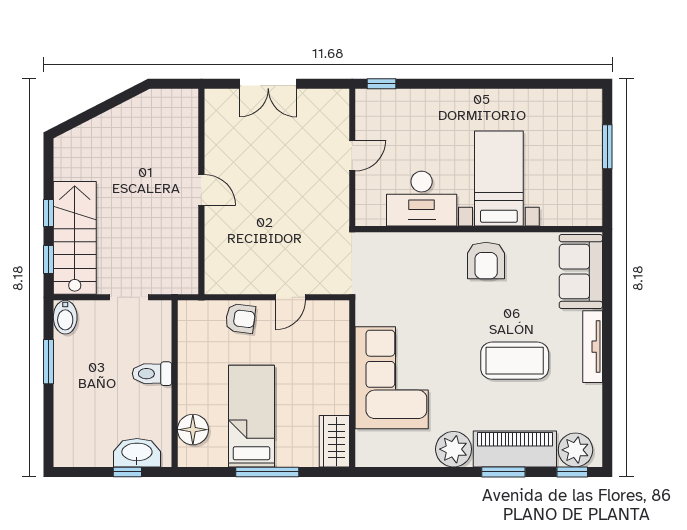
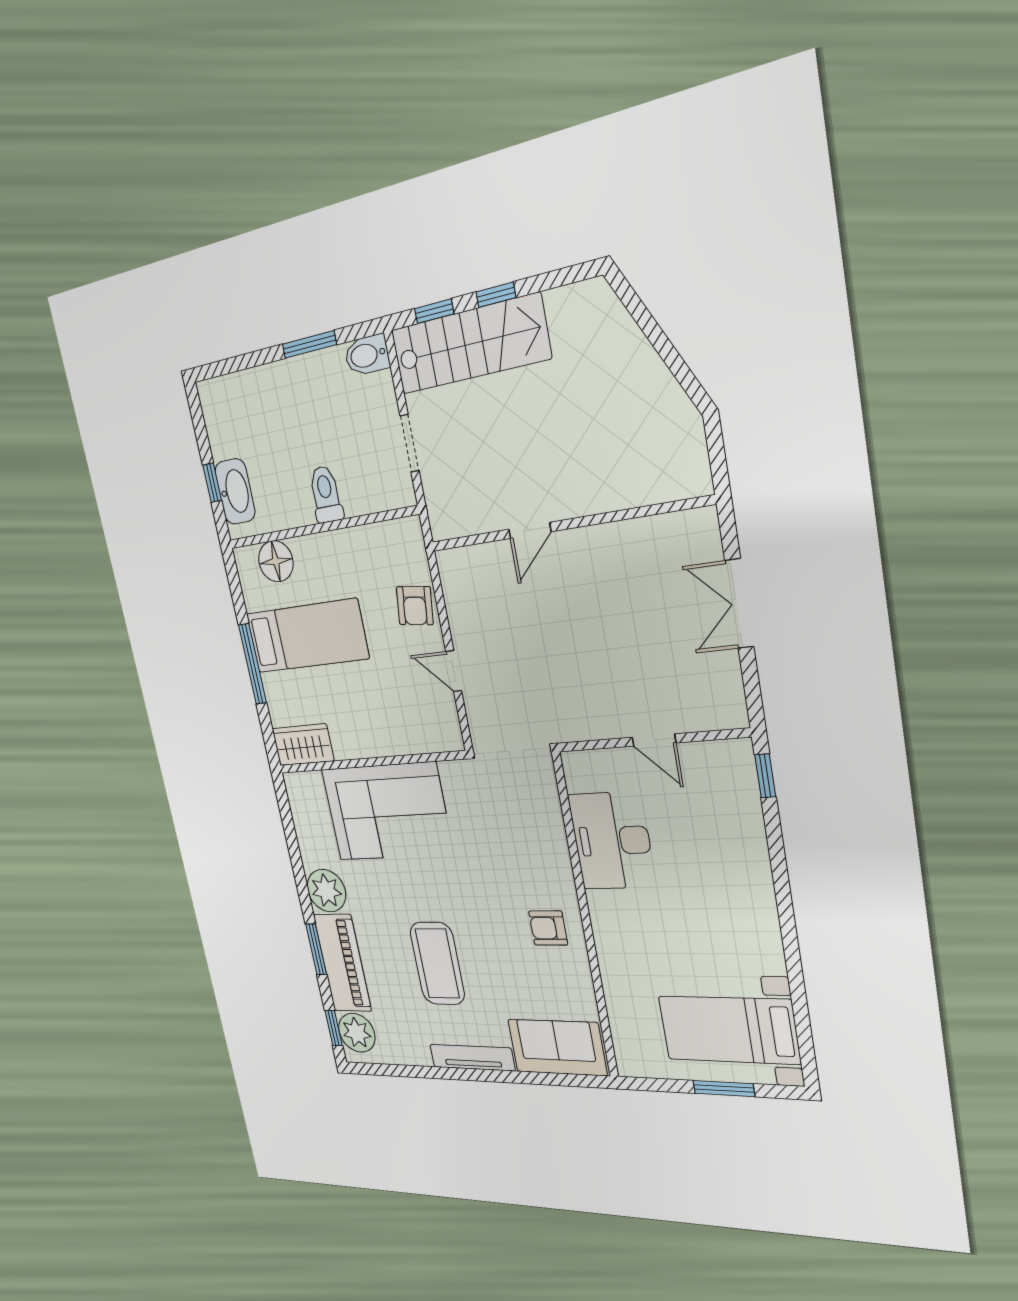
bed with nightstands: (499, 179) -> (729, 1030), moved, turned 180
door: (201, 190) -> (530, 530), moved
armchair: (486, 260) -> (548, 928), width x0.72, depth x0.72

